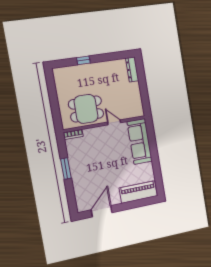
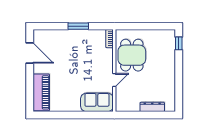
window: (83, 60) -> (179, 43), moved
dresser: (132, 69) -> (152, 107), moved
sofa: (140, 141) -> (97, 102), width x0.73

